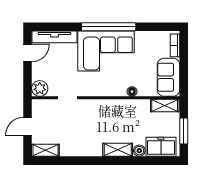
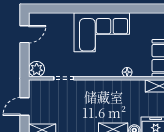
window: (109, 27) -> (104, 8), removed
tv unit: (55, 37) -> (51, 19), removed

